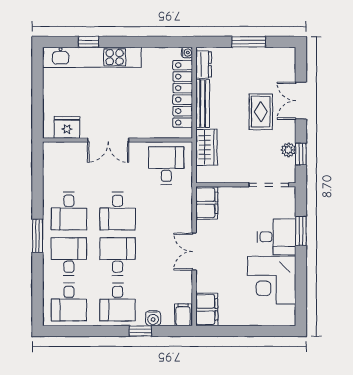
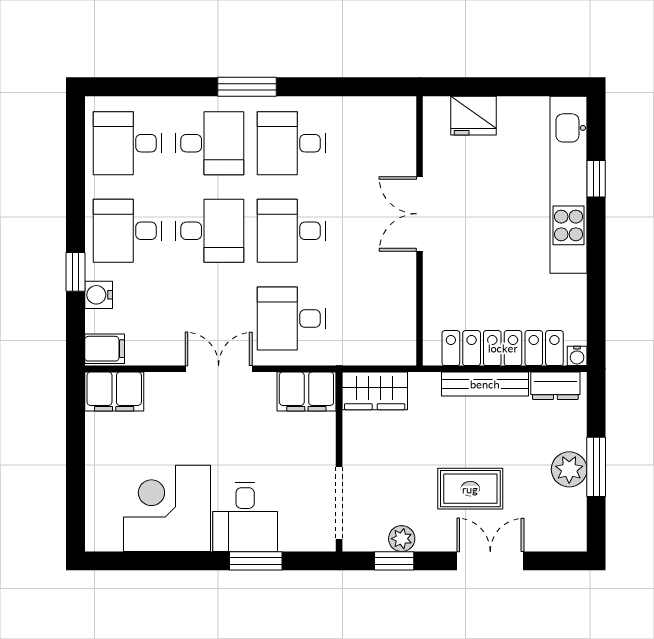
plant: (250, 57) -> (569, 469), added
fridge: (67, 127) -> (474, 116), moved, turned 90
wardrobe: (206, 147) -> (375, 391), moved
desk: (166, 165) -> (292, 318), moved, turned 180

